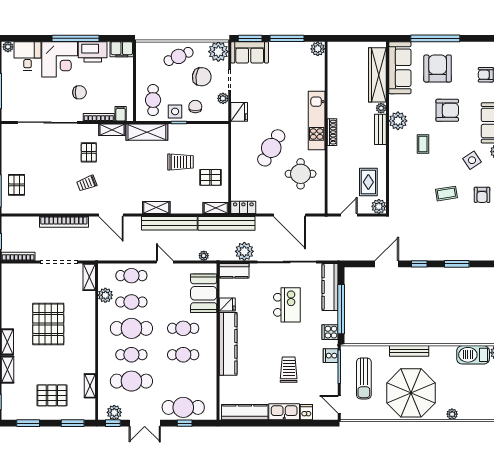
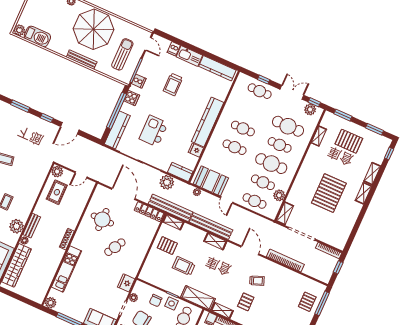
kitchen unit: (317, 120) -> (67, 269), moved
cafe table: (271, 148) -> (115, 247), width x0.73, depth x0.74
locker: (243, 207) -> (149, 212), width x1.53
booth: (204, 293) -> (211, 181), moved, turned 90
cafe table: (183, 407) -> (260, 91), width x0.73, depth x0.74

